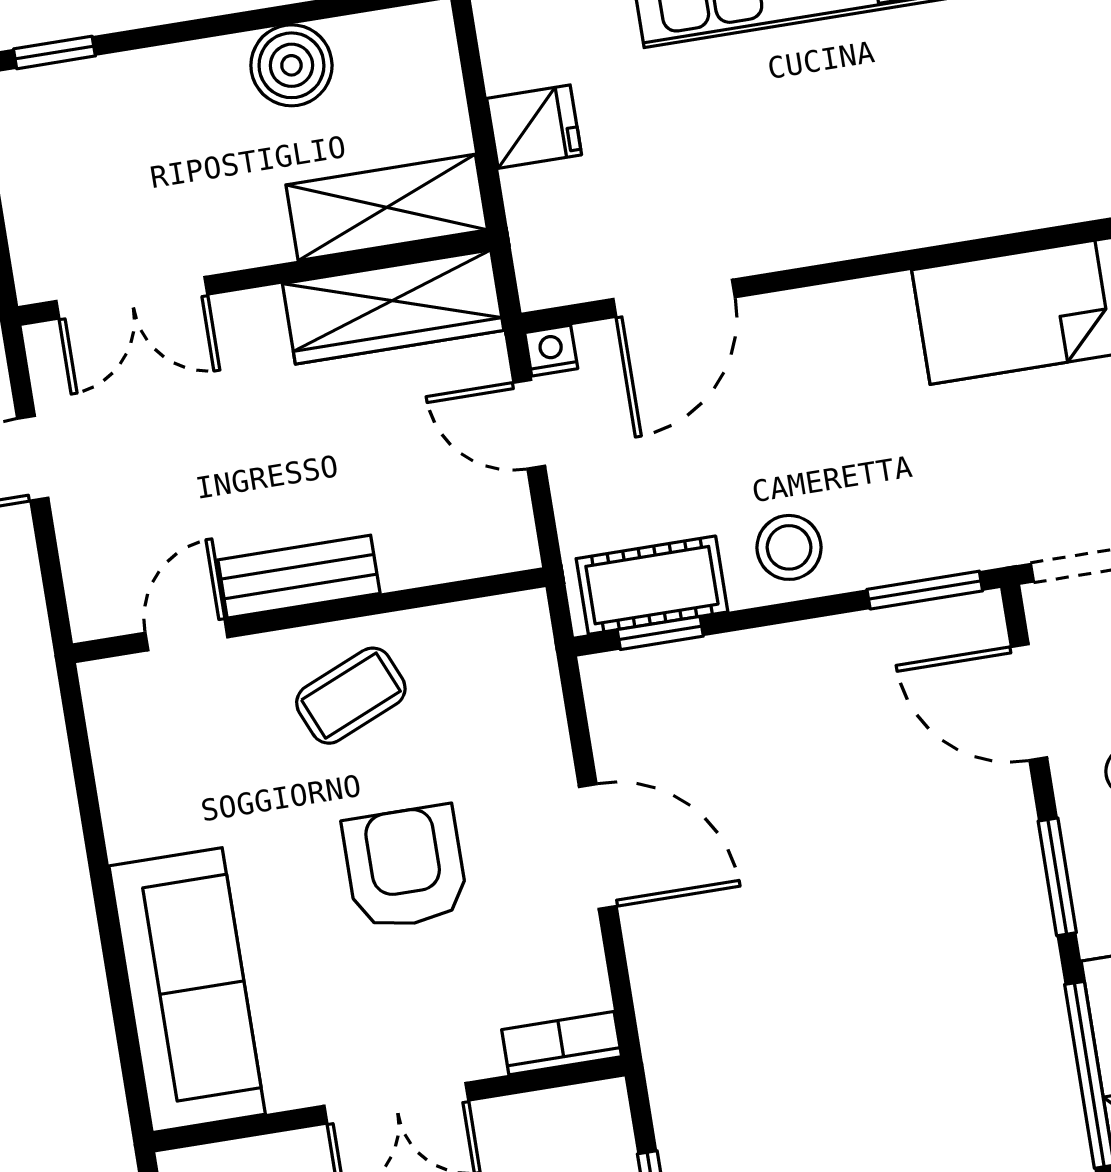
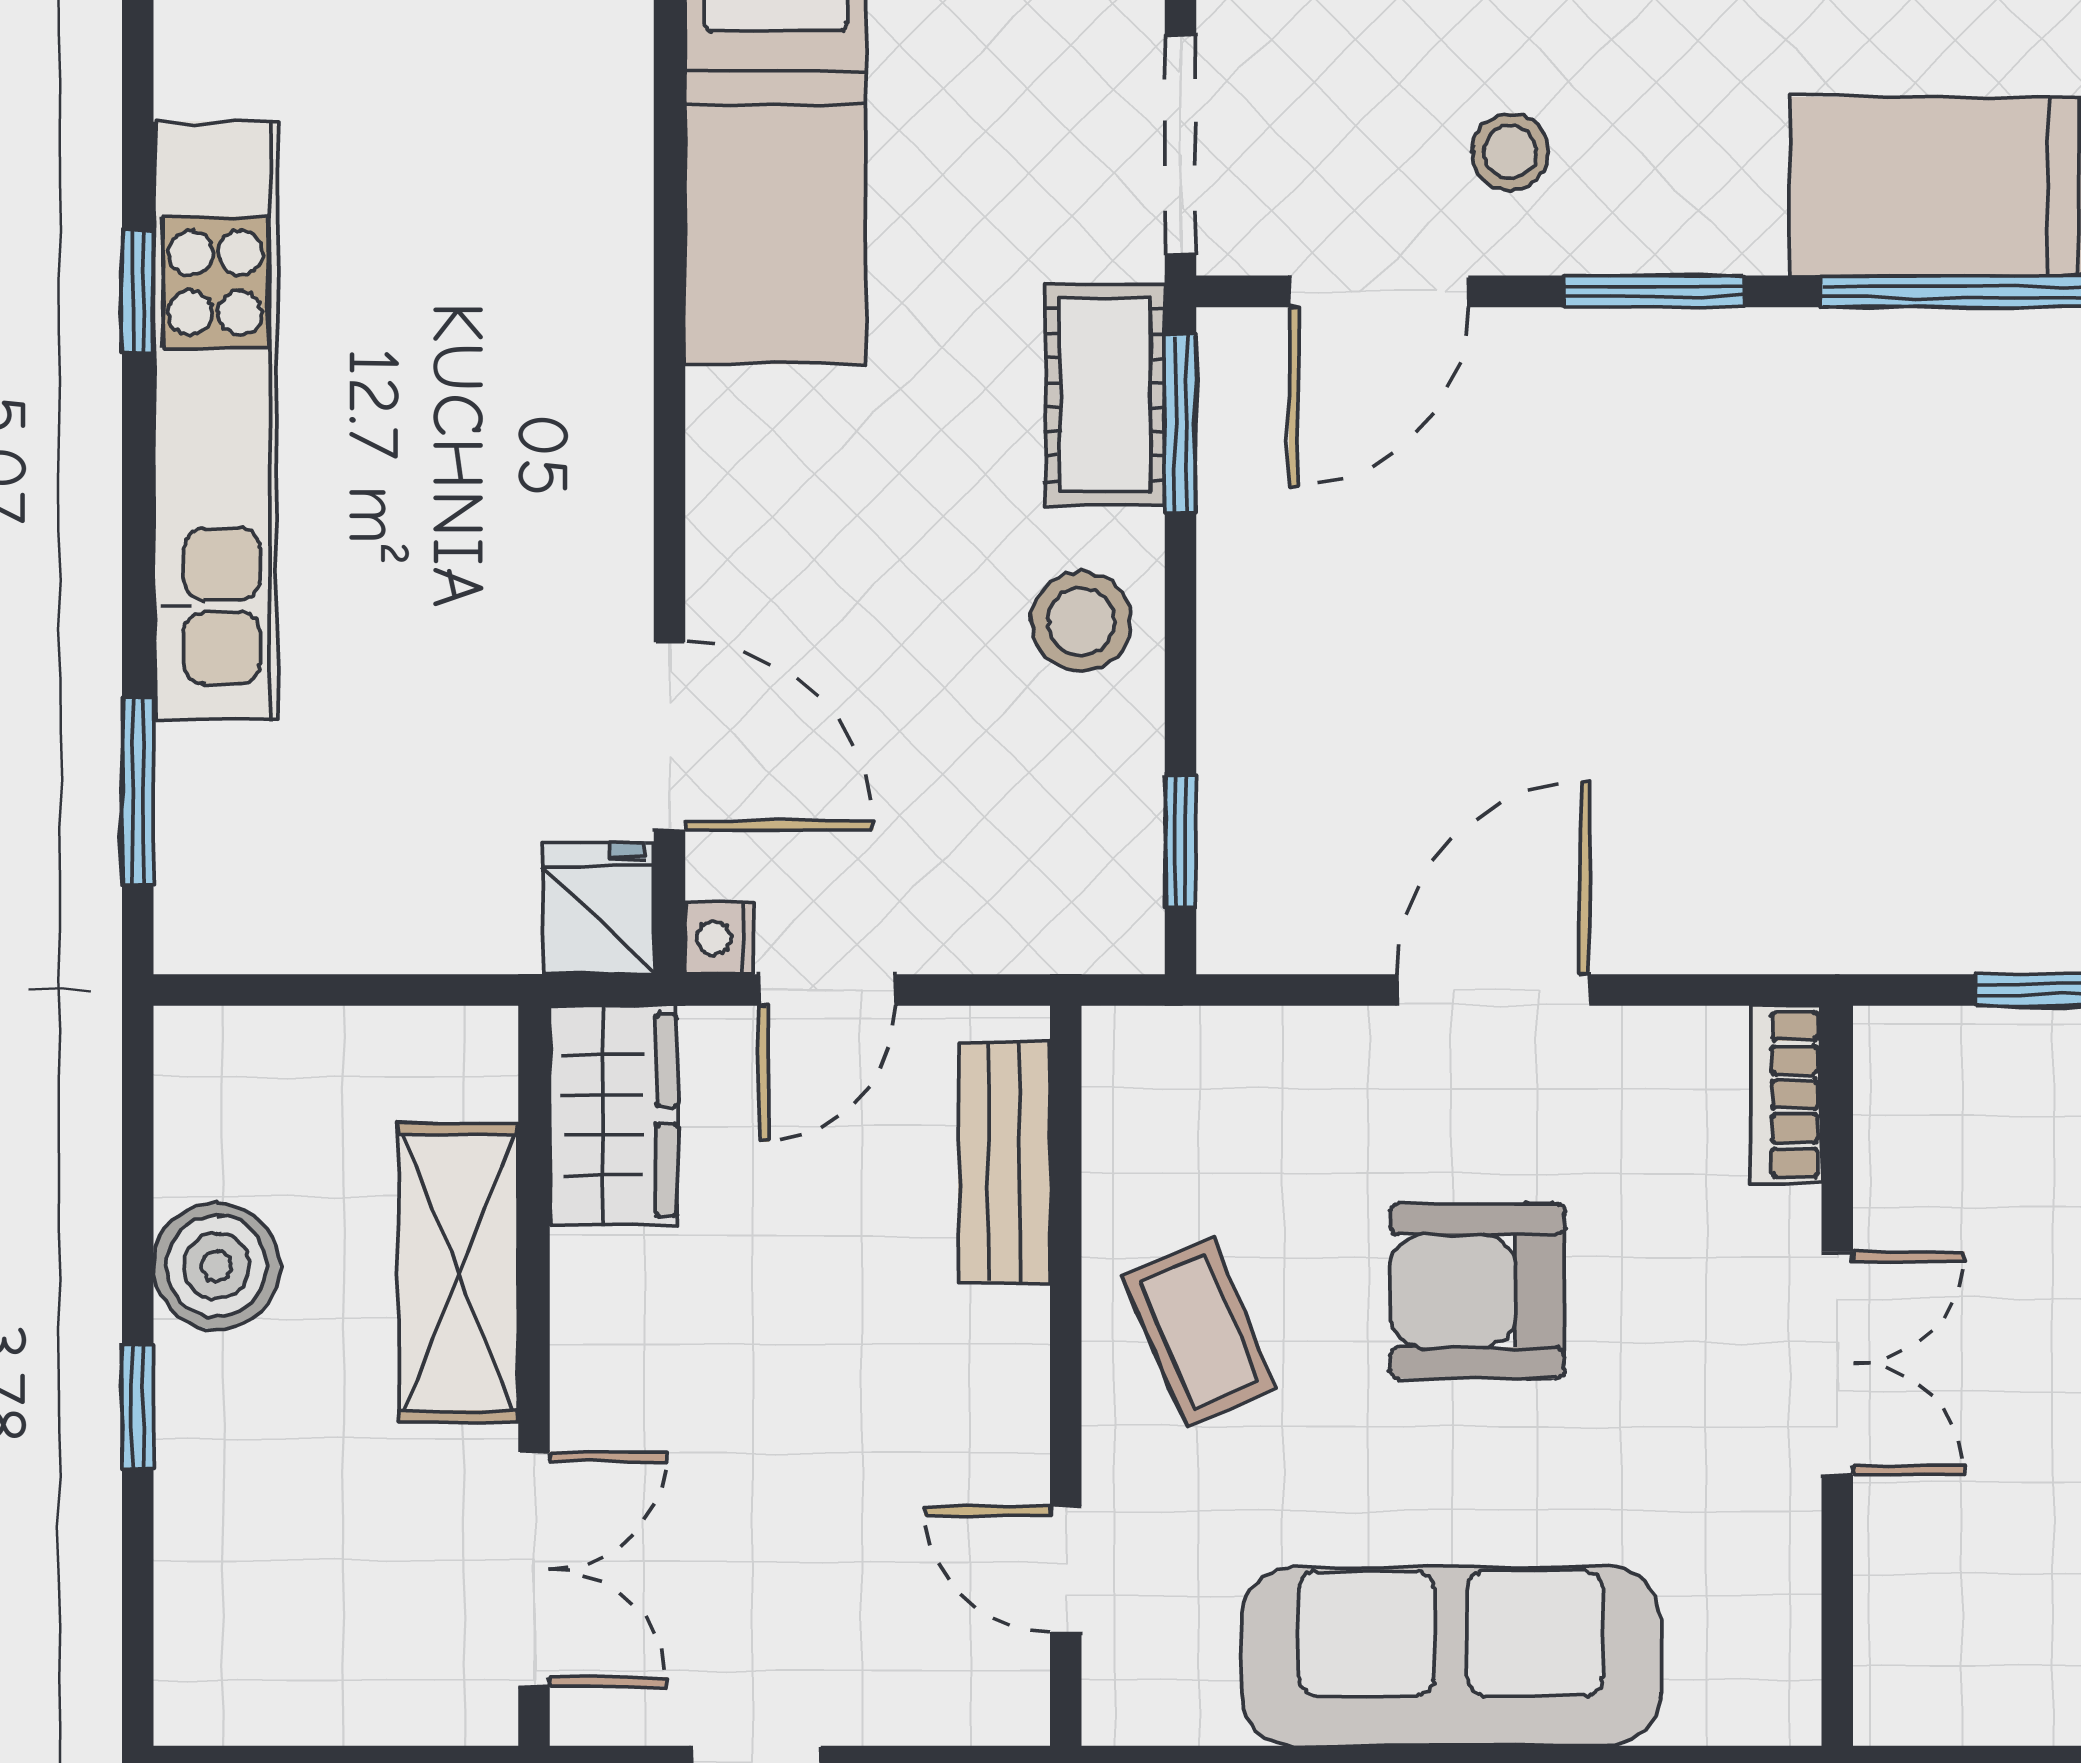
window: (54, 52) -> (138, 1406), moved
fridge: (534, 127) -> (599, 908), moved
shelving: (387, 207) -> (459, 1273), moved
wardrobe: (393, 307) -> (613, 1115), width x0.67
bench: (299, 577) -> (1004, 1163), moved
cot: (652, 585) -> (1105, 395), moved
sofa: (187, 990) -> (1451, 1657), moved

